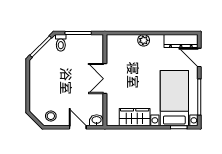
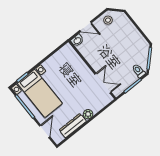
dresser: (181, 41) -> (73, 126), moved
door: (199, 57) -> (45, 131), hinge flipped
double door: (105, 79) -> (103, 83), moved
wardrobe: (135, 117) -> (55, 62), removed

